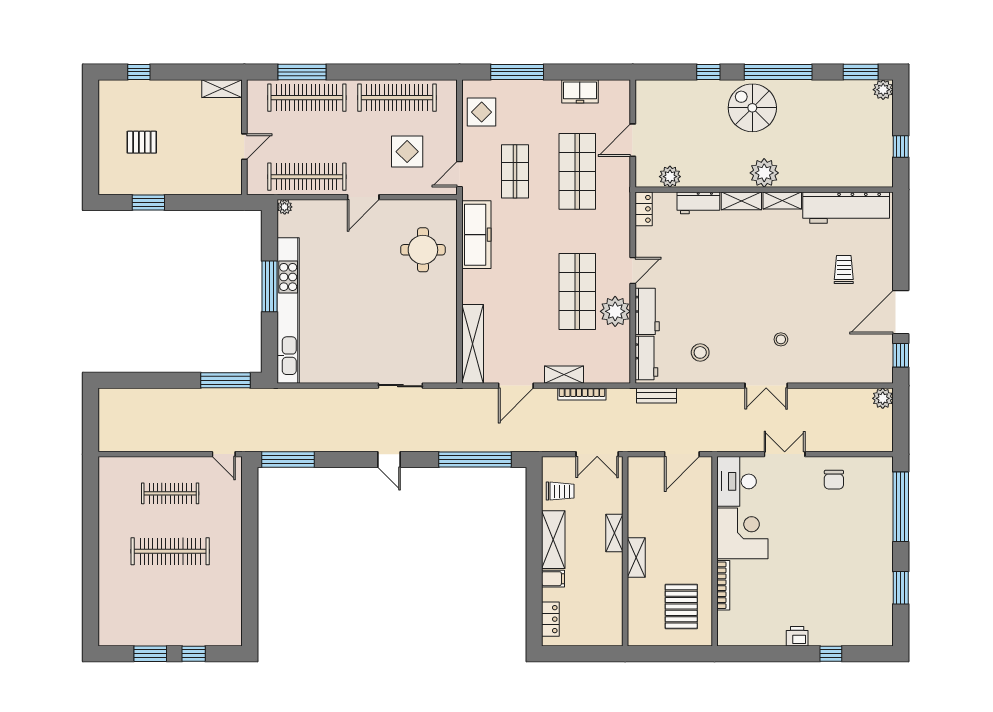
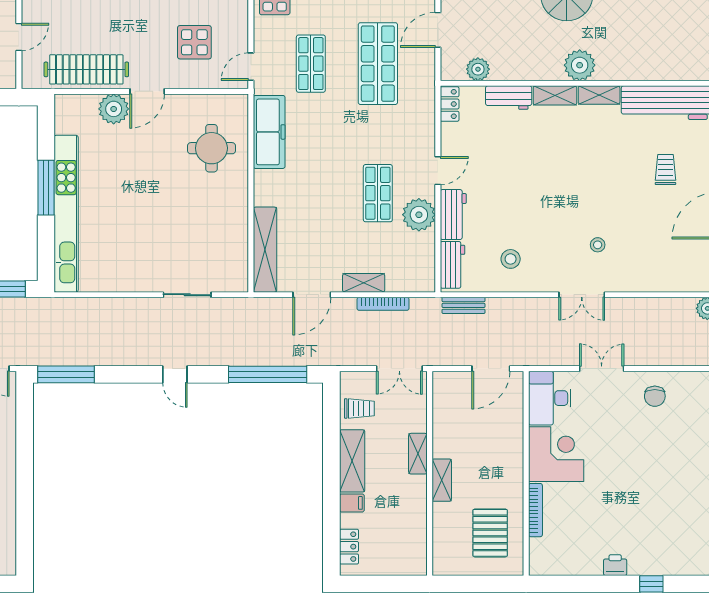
plant: (285, 207) -> (114, 109), moved, width x1.88, depth x1.88
shop shelf: (577, 291) -> (378, 193), width x0.70, depth x0.74

